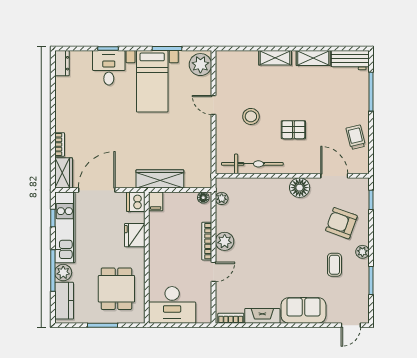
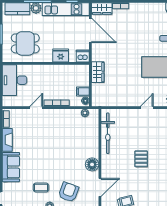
stool: (251, 116) -> (139, 132), removed
pallet: (293, 130) -> (141, 159), moved
wardrobe: (160, 179) -> (98, 72), width x0.67
filing cabinet: (156, 201) -> (83, 91), moved
plant: (225, 241) -> (57, 115), removed
door: (213, 272) -> (36, 108), swing flipped

